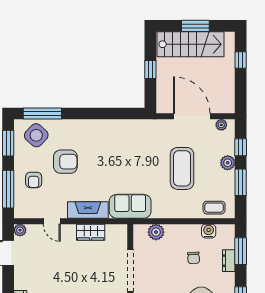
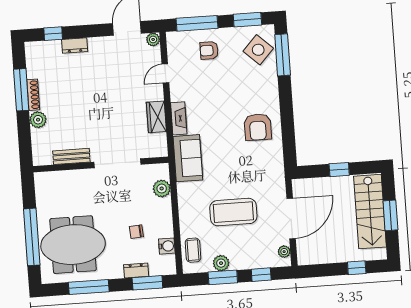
armchair: (65, 162) -> (258, 127), moved
plant: (228, 163) -> (221, 263), moved
fireplace: (88, 210) -> (179, 118), width x0.73, depth x0.76

